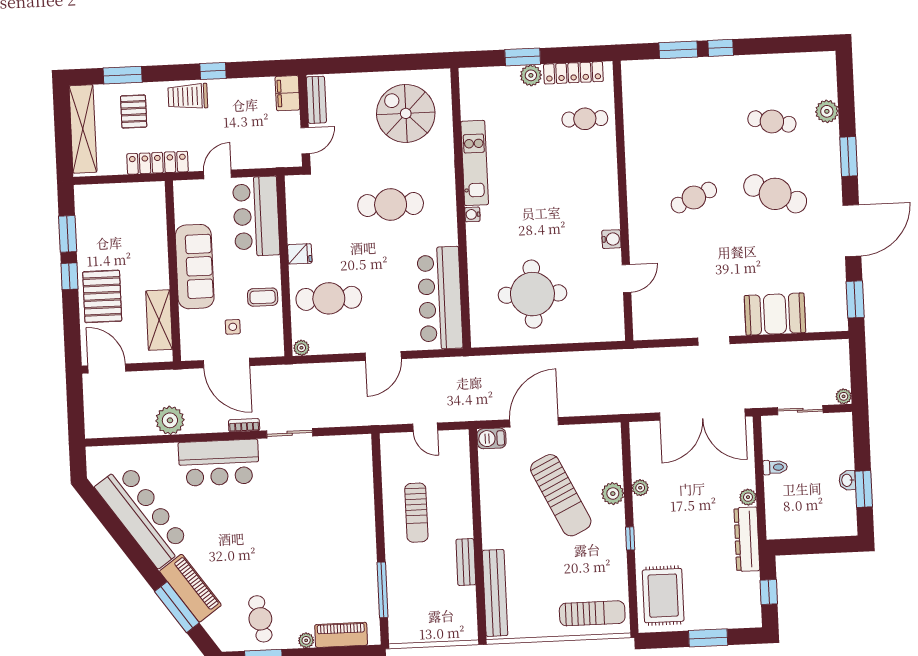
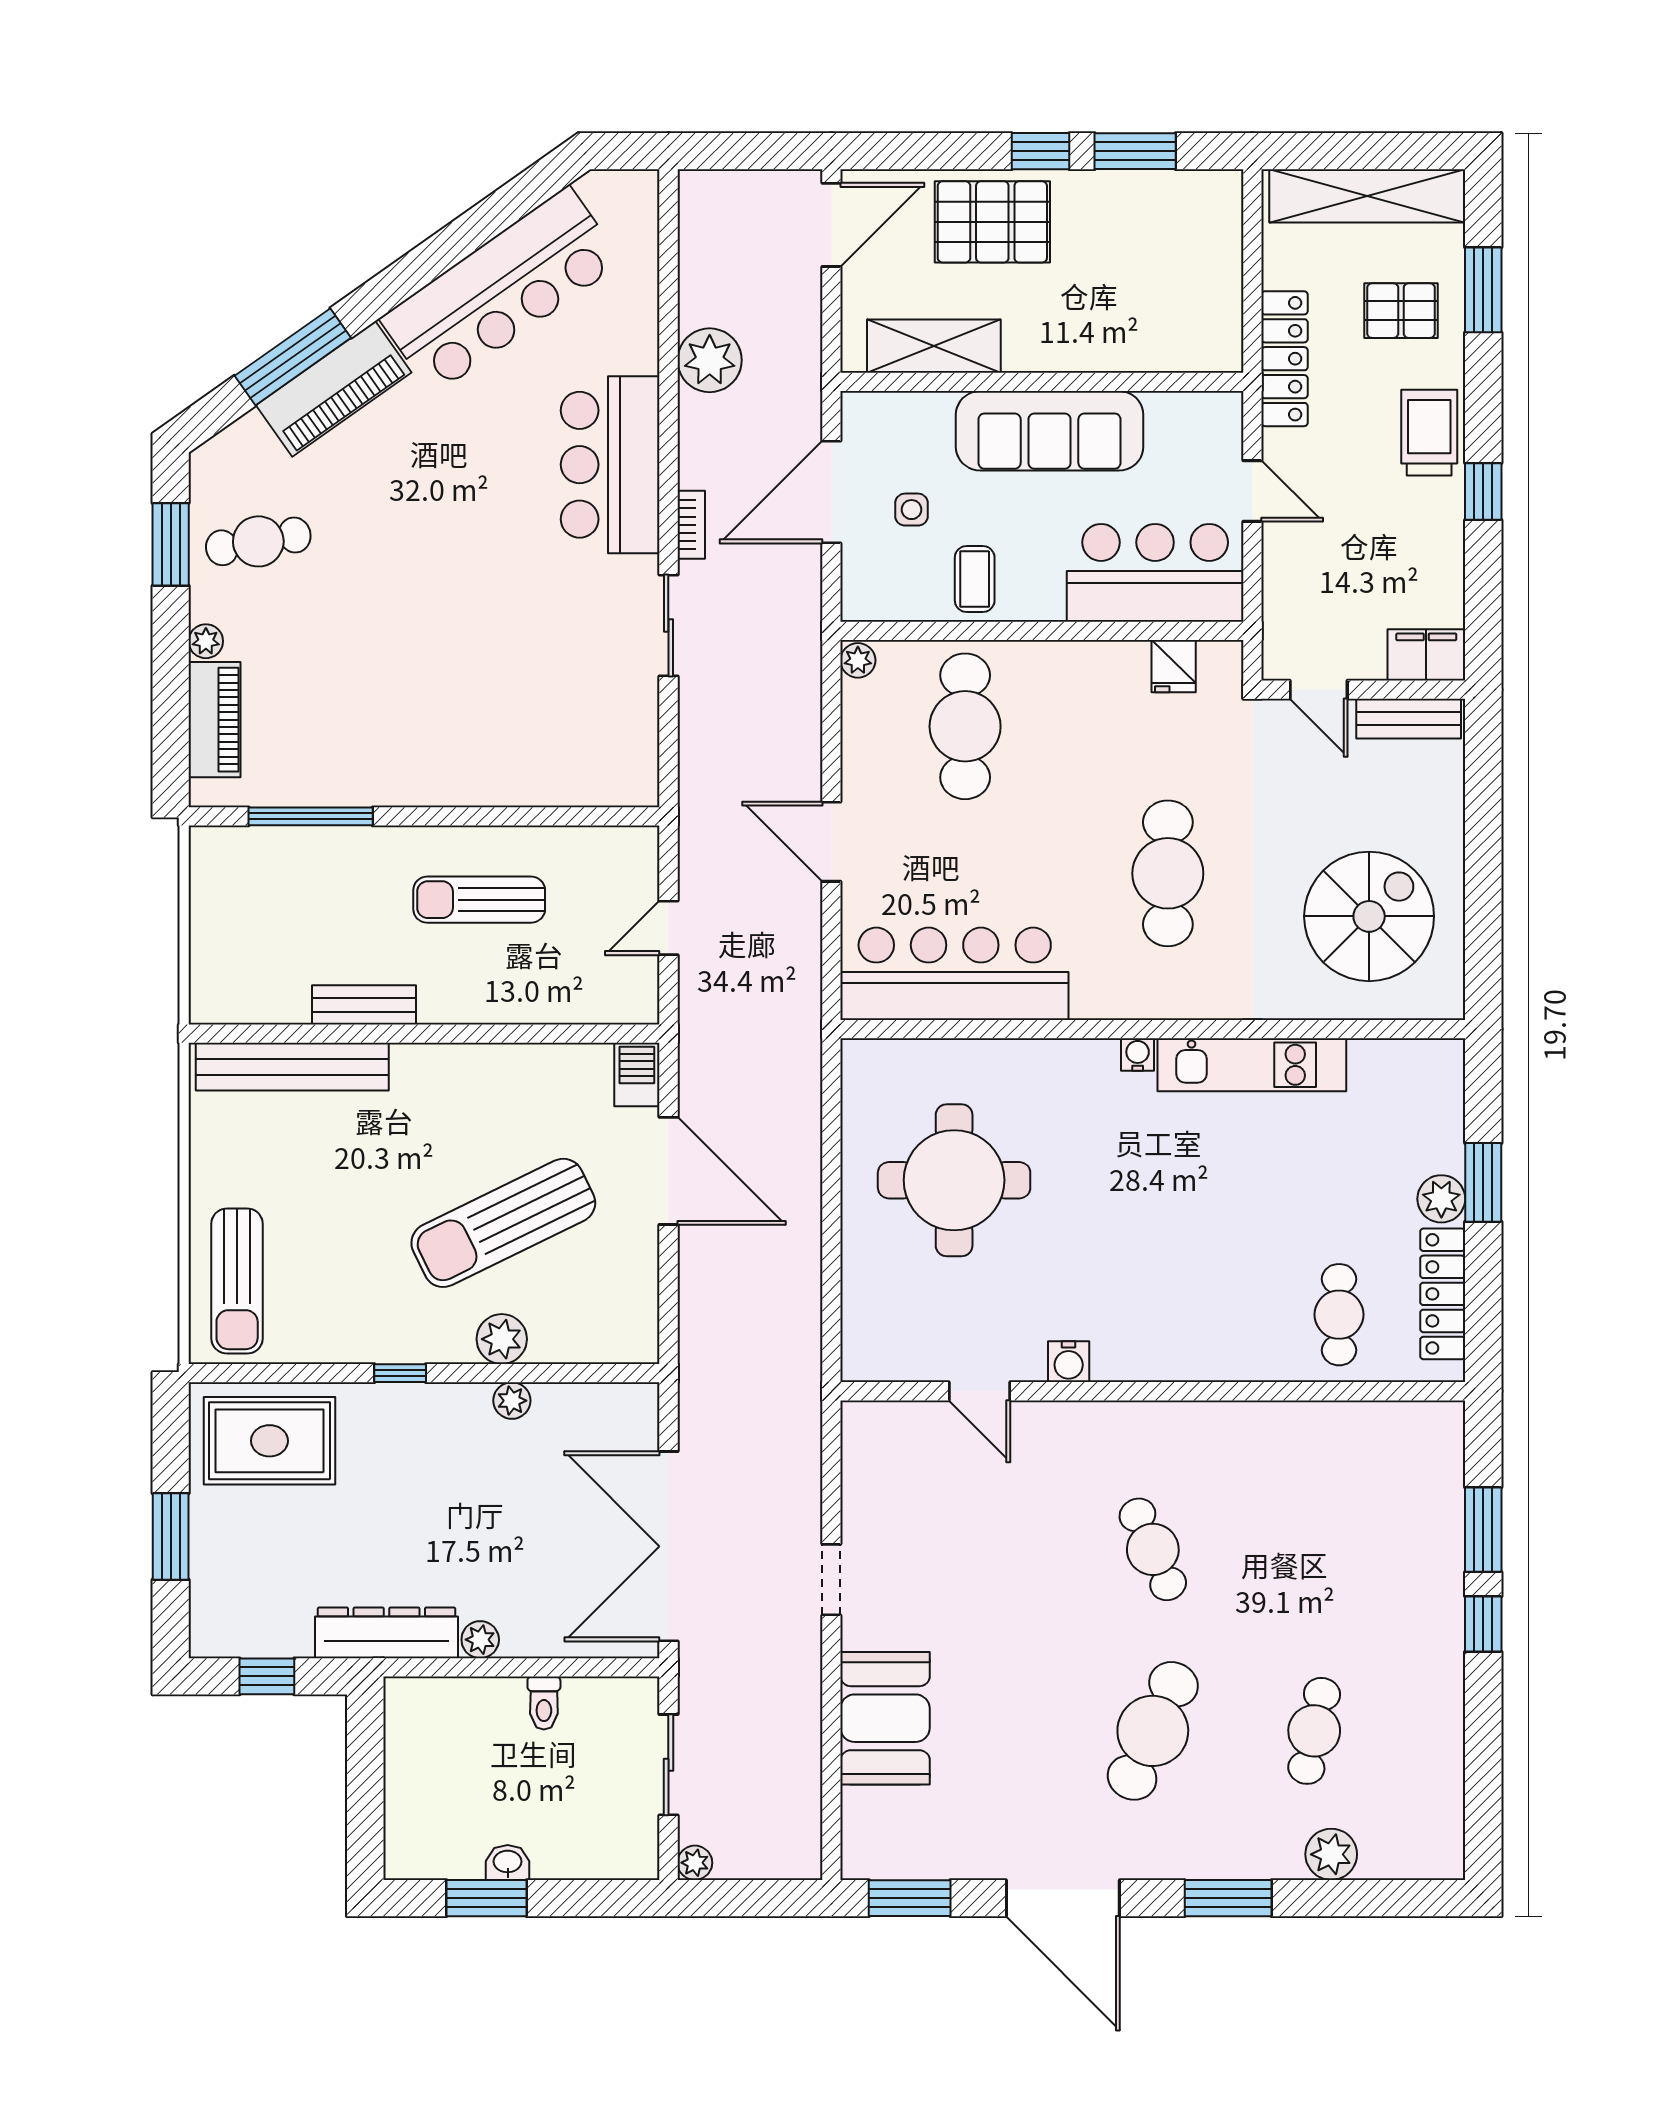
fridge: (300, 254) -> (1174, 666), moved

